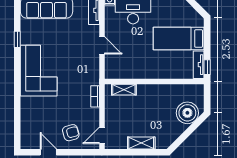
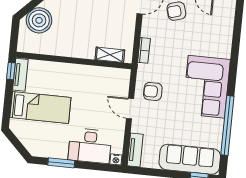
window: (17, 39) -> (227, 125), width x3.17
armchair: (84, 62) -> (153, 91), added

